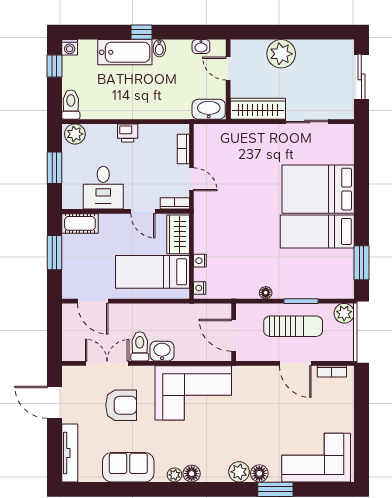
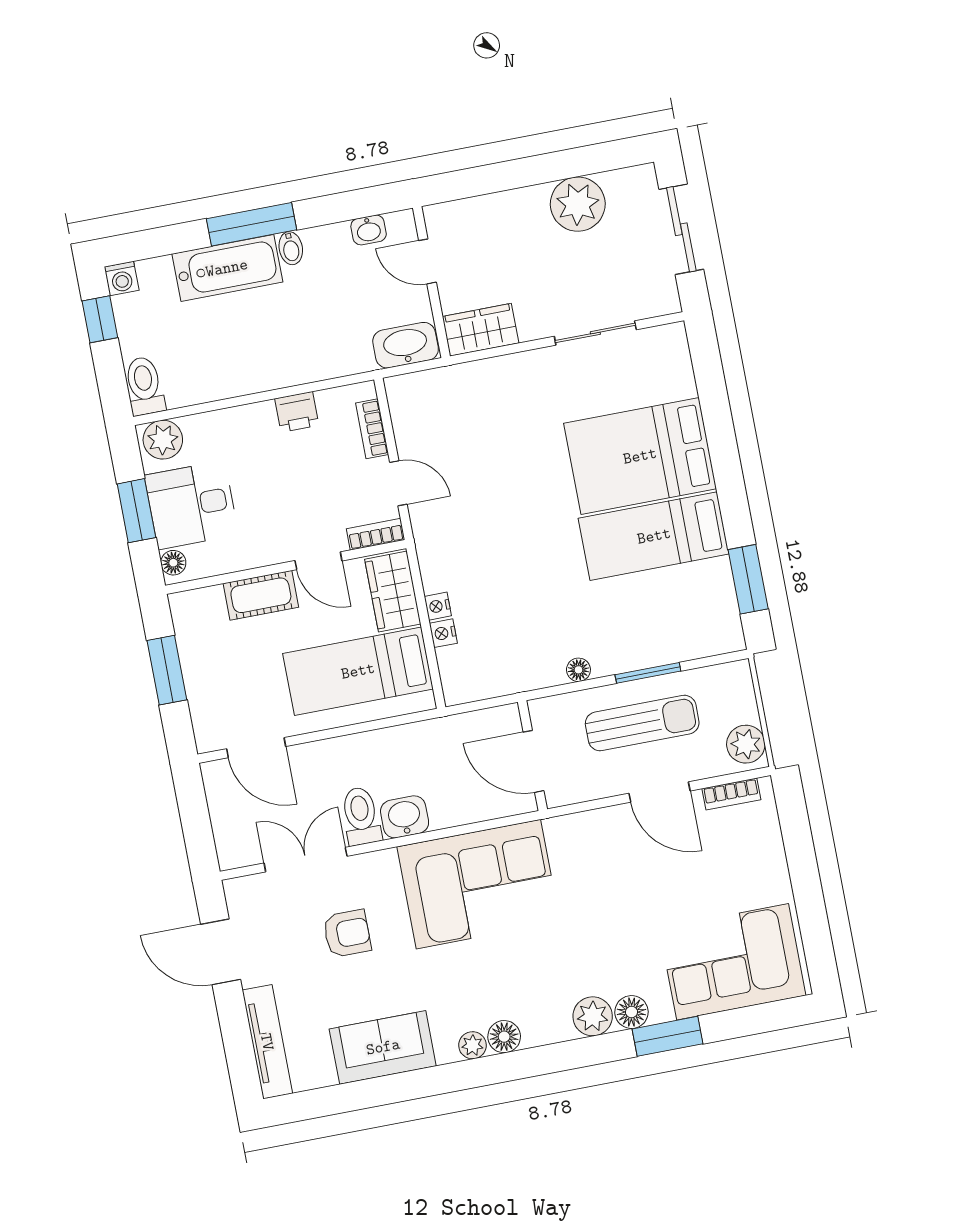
window: (142, 32) -> (252, 224), width x2.17
plant: (281, 54) -> (578, 204), moved
wardrobe: (258, 109) -> (481, 330), width x0.67
printer: (128, 133) -> (297, 412), moved
desk: (103, 188) -> (191, 505), moved, turned 90
floor lamp: (68, 198) -> (173, 563), added
cot: (80, 223) -> (261, 595), moved
nightstand: (200, 288) -> (438, 606), moved
plant: (344, 313) -> (746, 744), moved
armchair: (121, 405) -> (347, 933), width x0.72, depth x0.72

